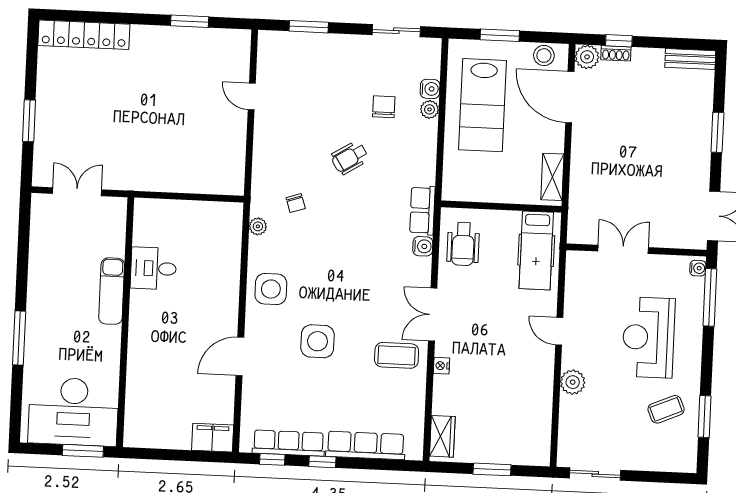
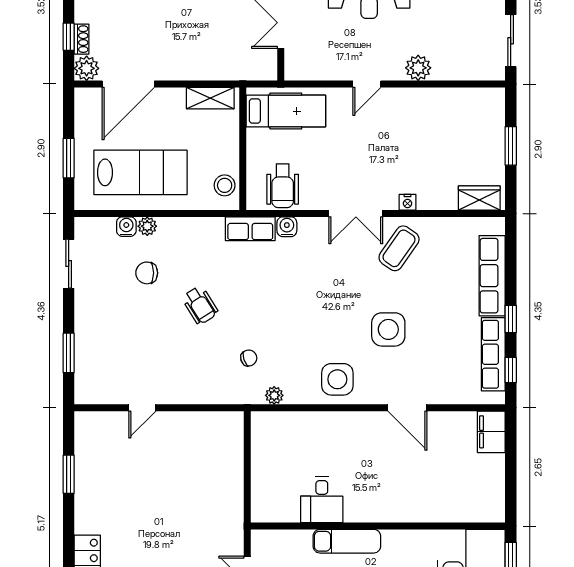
stool: (544, 55) -> (225, 185), moved
wheelchair: (463, 244) -> (283, 186), turned 90
coffee table: (397, 355) -> (399, 248), turned 35

